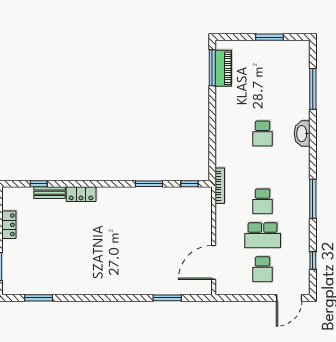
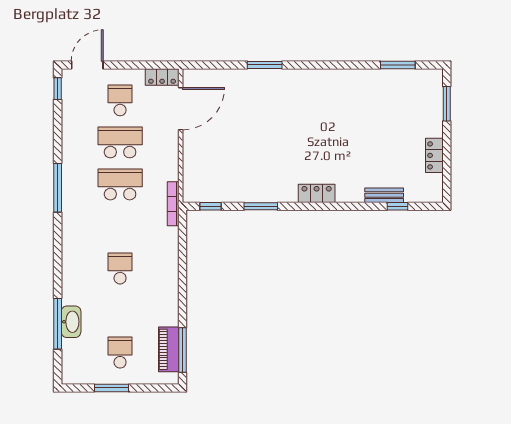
school desk: (263, 66) -> (120, 353), added
washbasin: (302, 134) -> (71, 322), moved
locker: (81, 194) -> (317, 193), moved
school desk: (263, 201) -> (120, 184), width x1.85
window: (313, 260) -> (58, 89), moved
locker: (229, 288) -> (162, 77), added
window: (167, 298) -> (265, 65), moved

